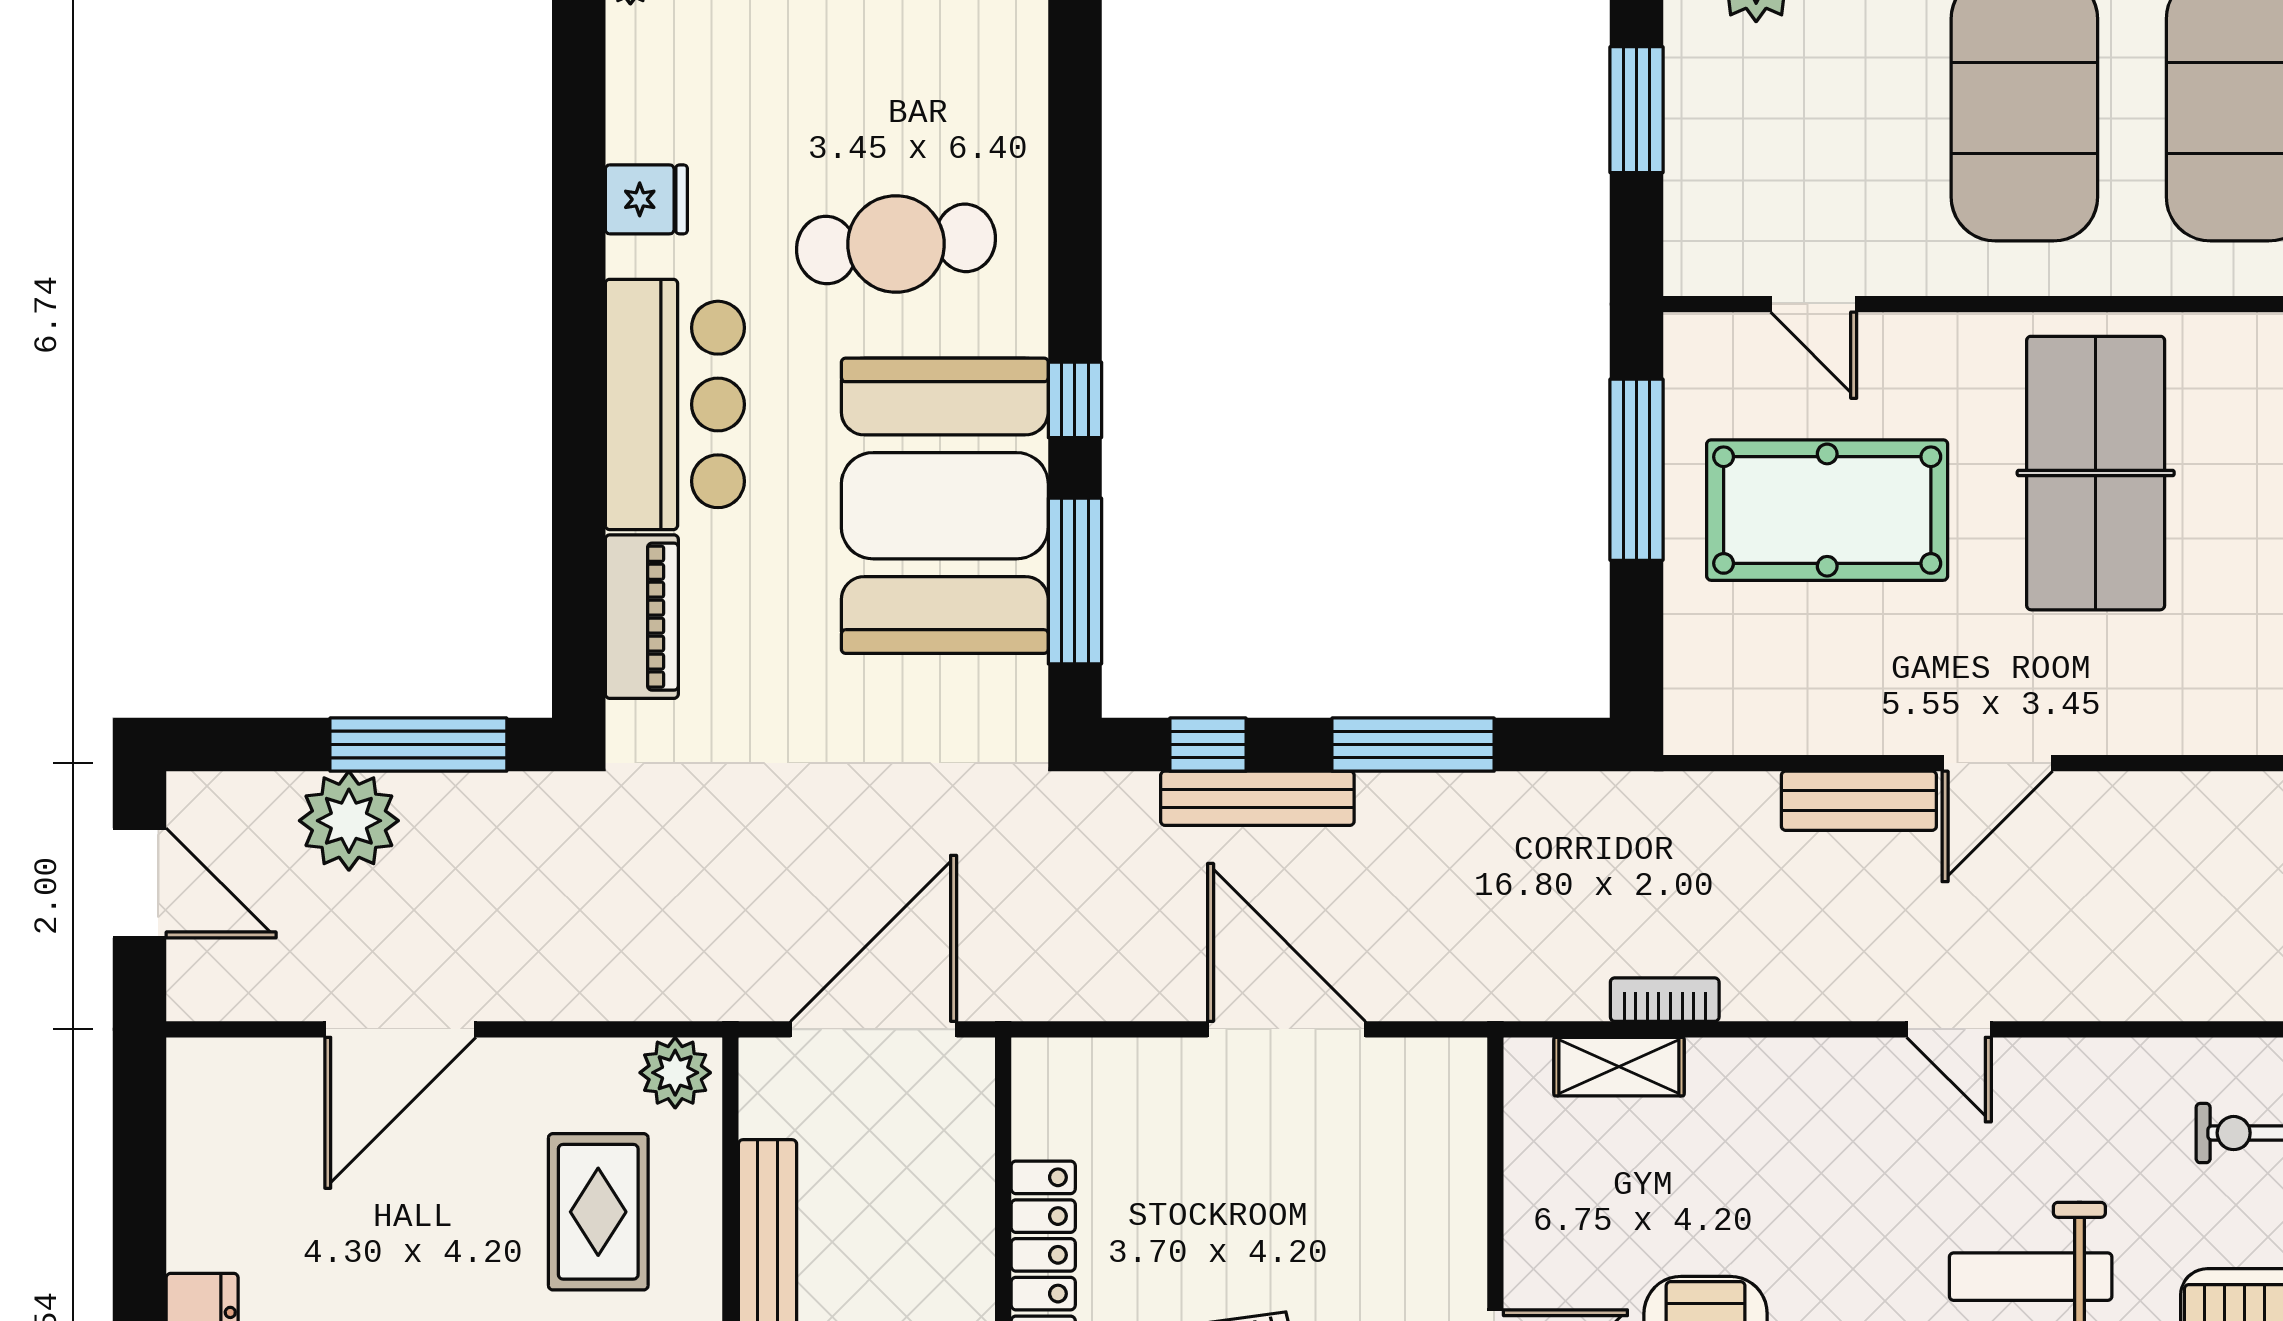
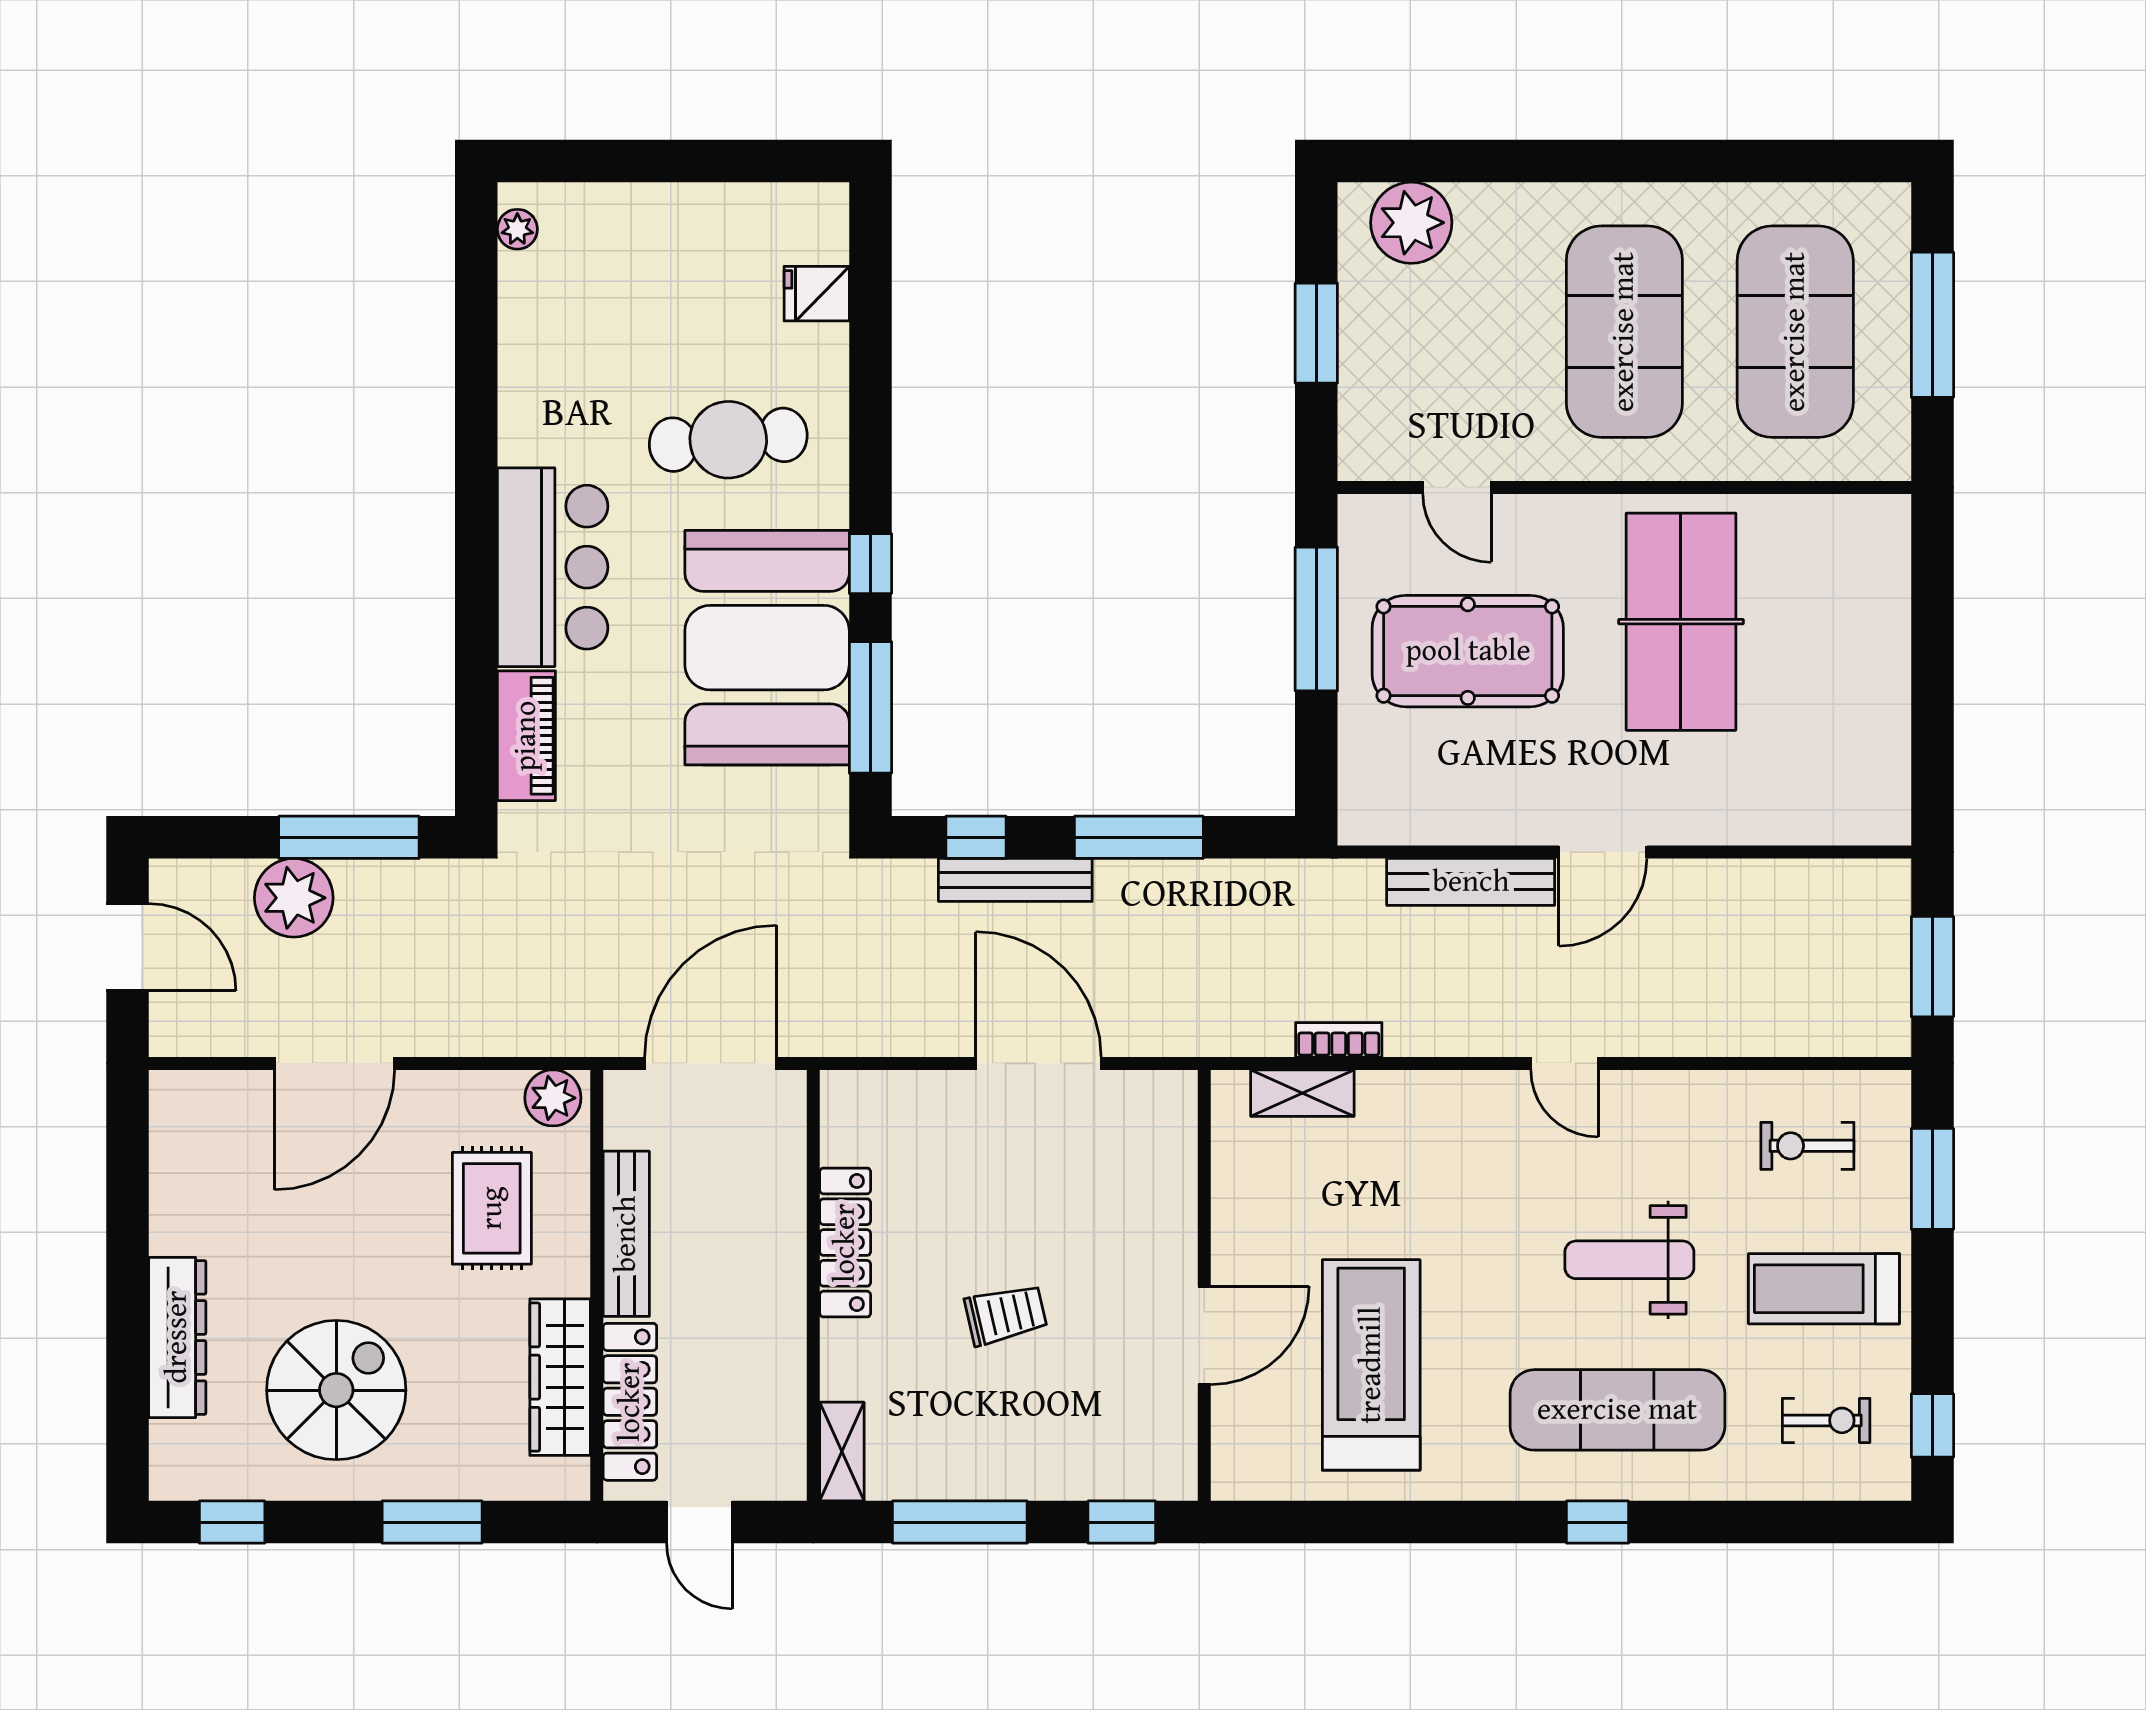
fridge: (646, 199) -> (817, 294), moved, turned 180
bench: (1859, 801) -> (1471, 882), width x1.36

